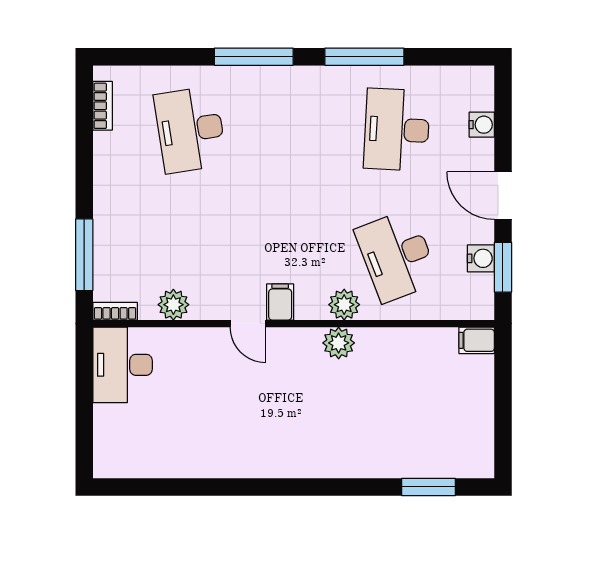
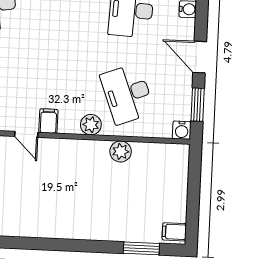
water cooler: (481, 258) -> (182, 130), moved, turned 90
filing cabinet: (477, 340) -> (174, 232), moved
plant: (339, 343) -> (121, 152), moved

